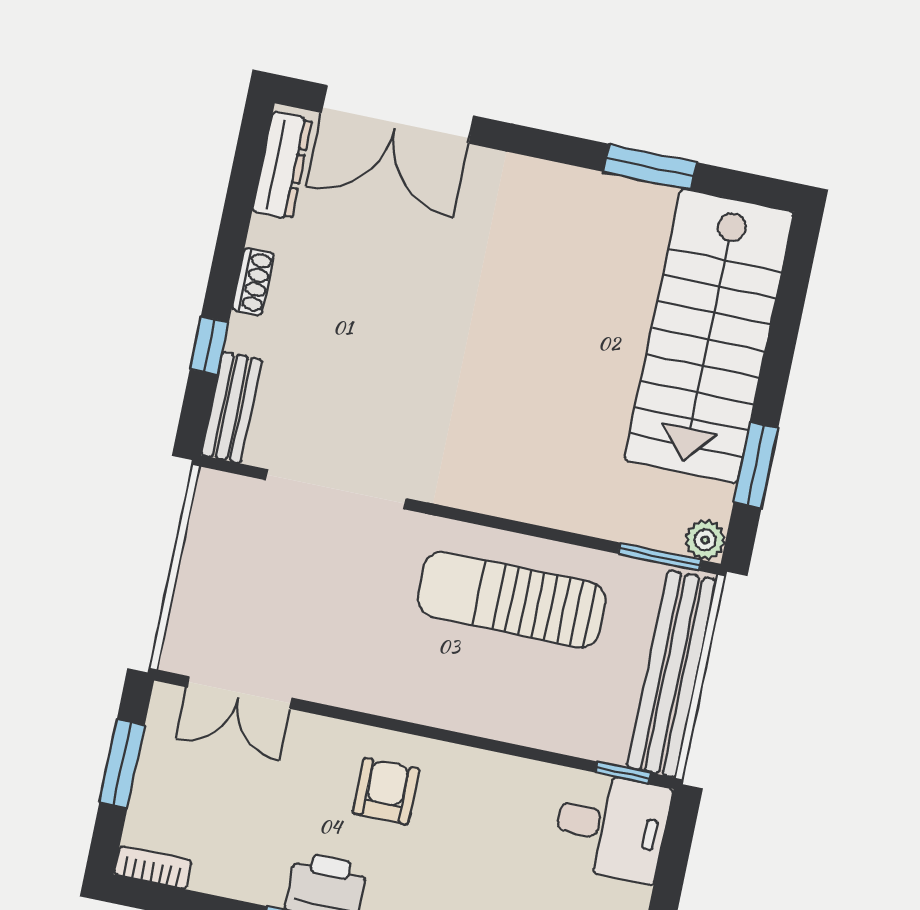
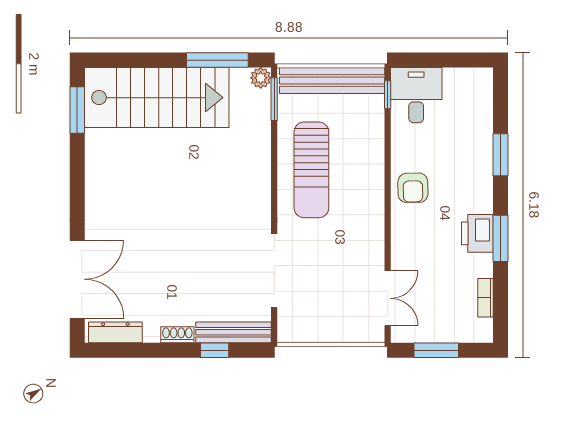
window: (650, 167) -> (77, 110), moved
bench: (232, 407) -> (234, 332), width x1.36
window: (756, 465) -> (217, 60), width x1.44
armchair: (386, 791) -> (413, 188), moved, turned -91
bookcase: (153, 867) -> (485, 298), moved

